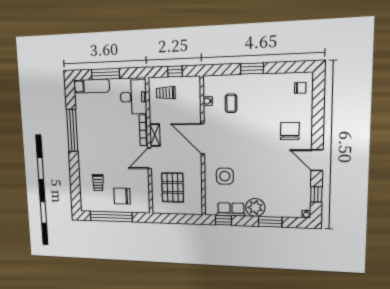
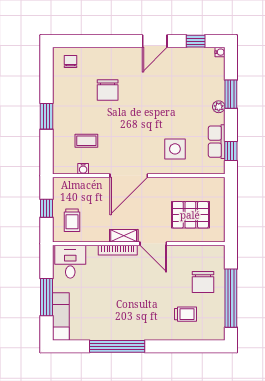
desk: (133, 97) -> (70, 262), width x0.73
chair: (290, 131) -> (108, 90), moved, turned -90
plant: (255, 207) -> (219, 107), width x0.53, depth x0.53

